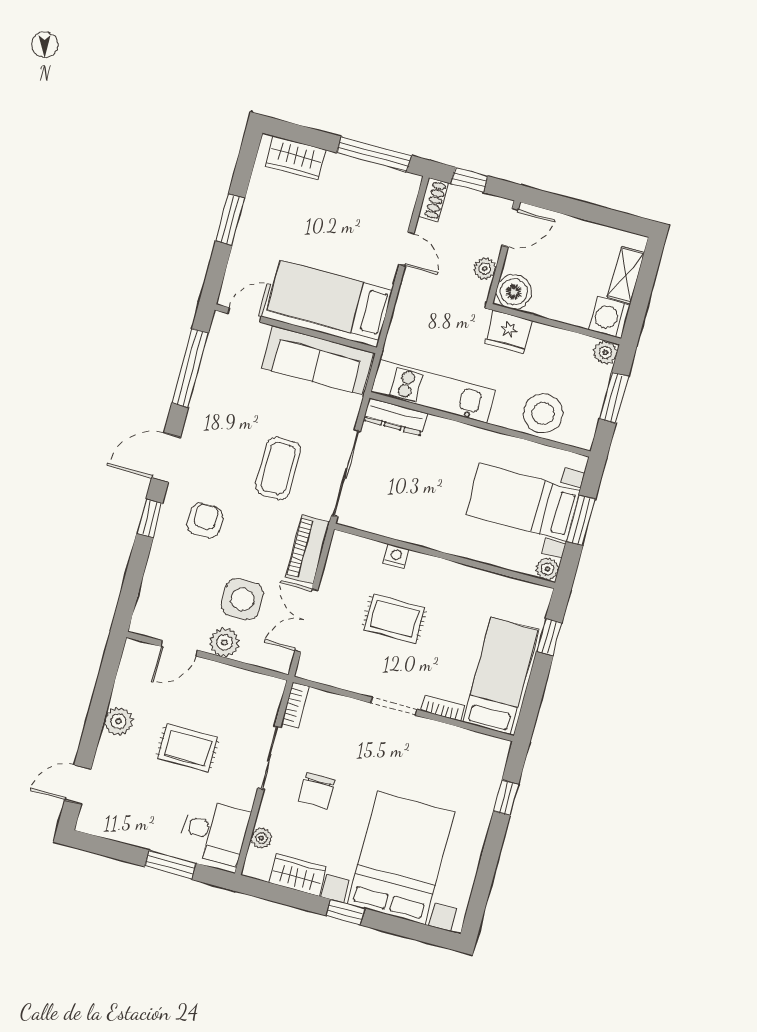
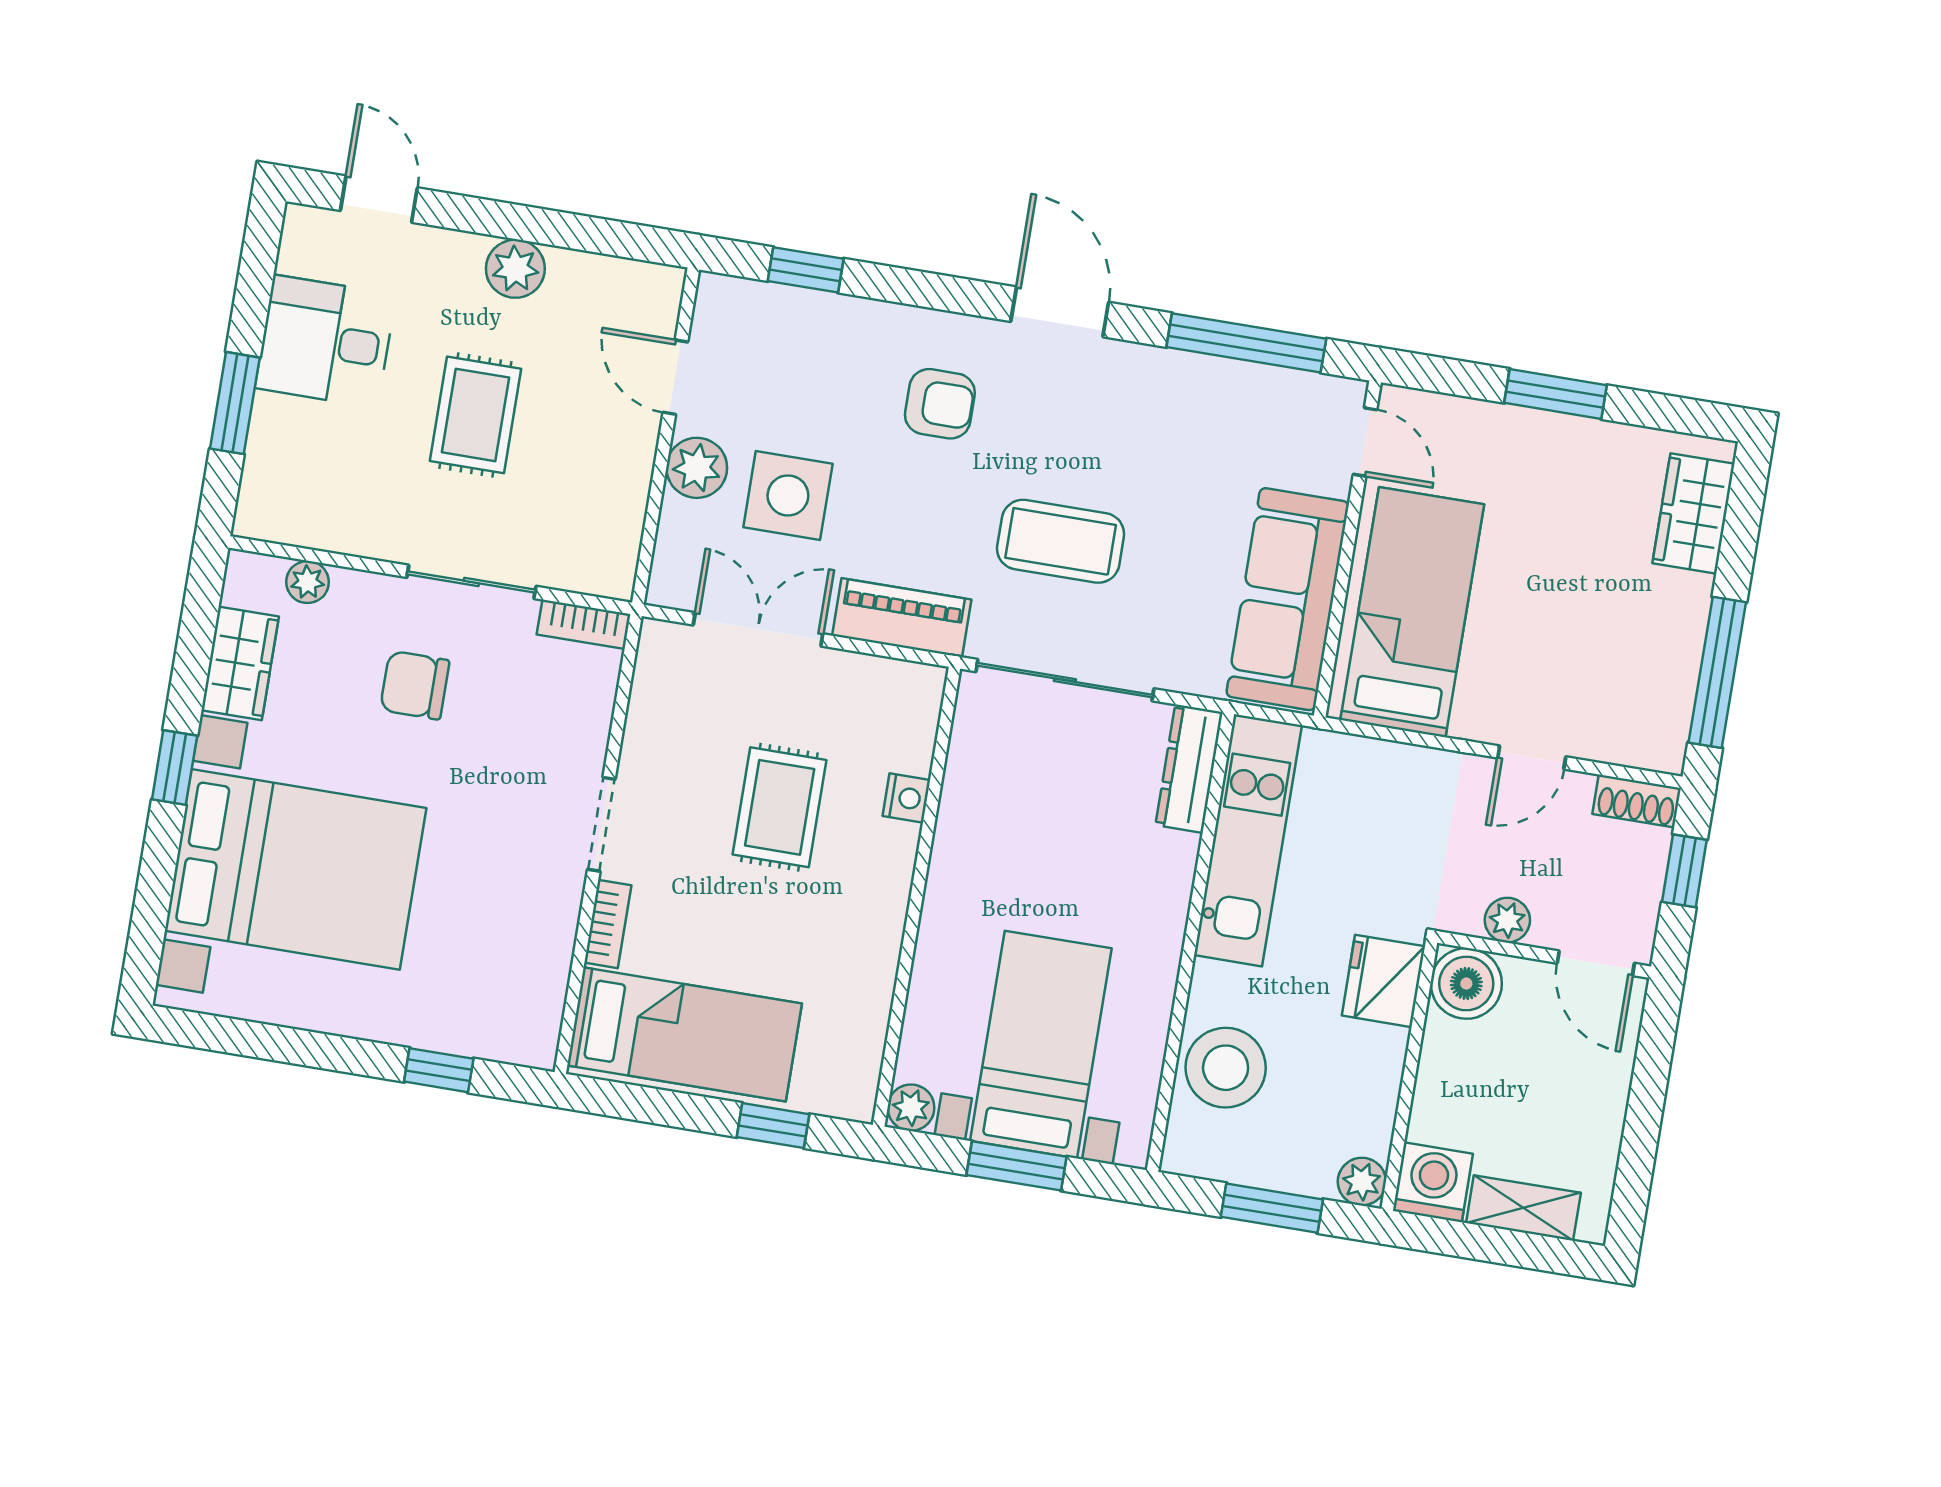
window: (150, 518) -> (806, 270), moved
desk: (215, 832) -> (325, 341), moved, turned 90

